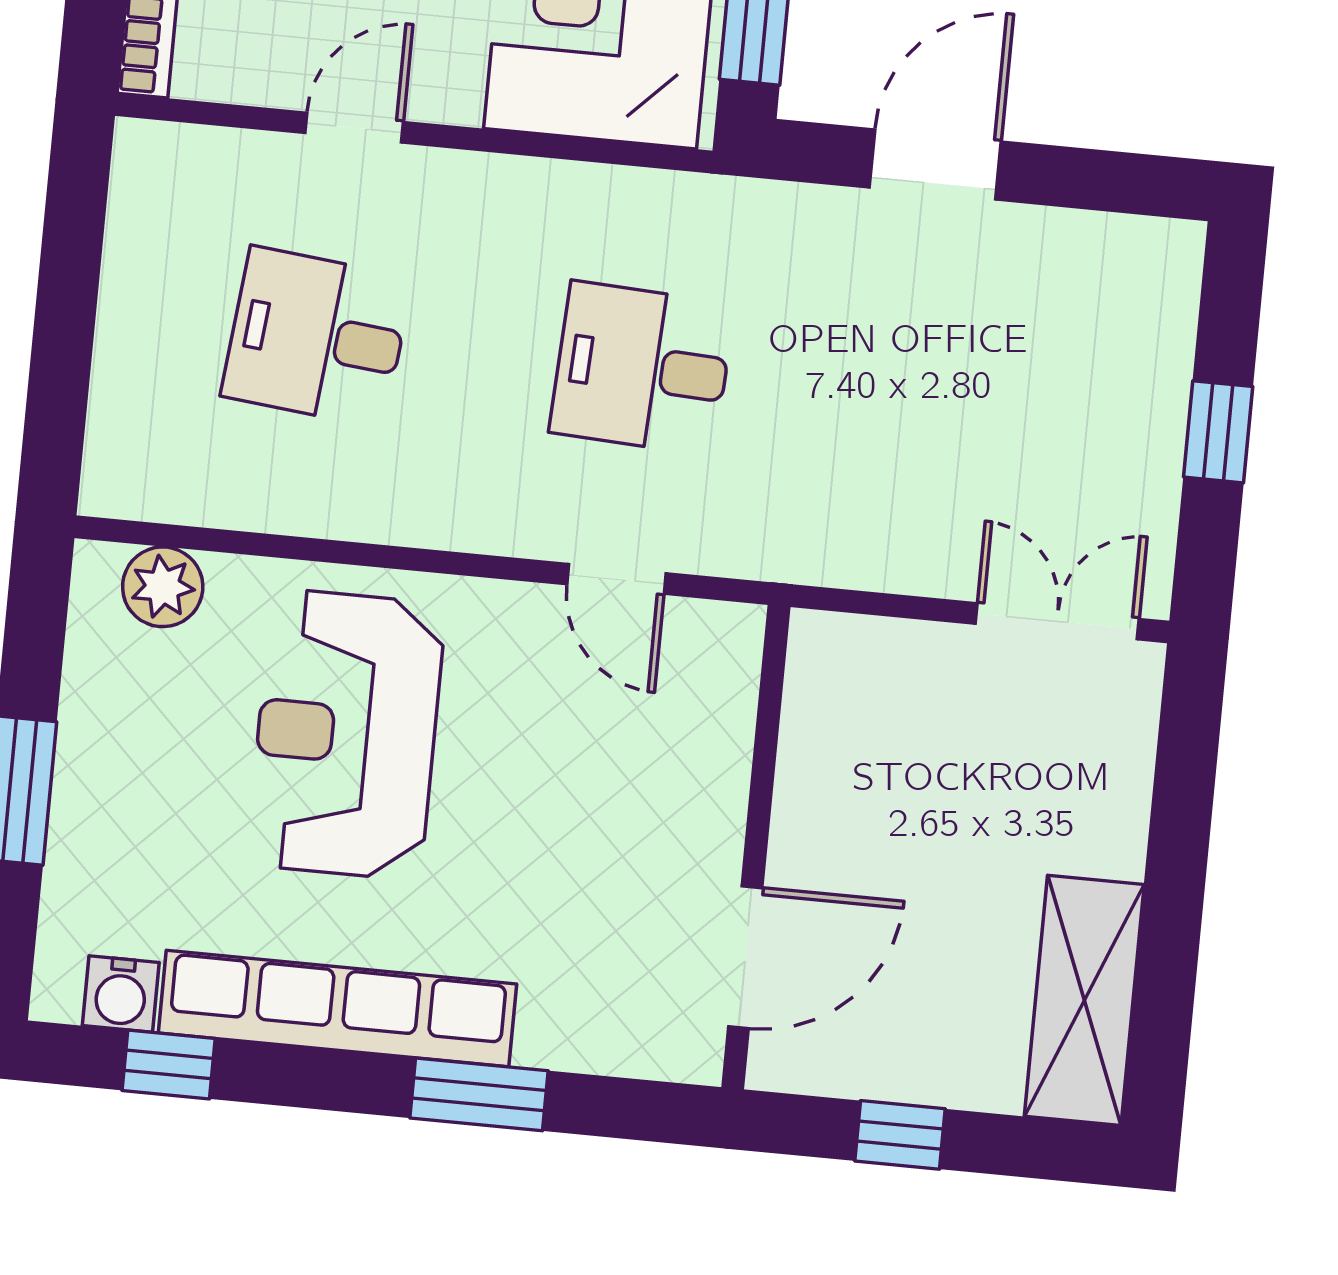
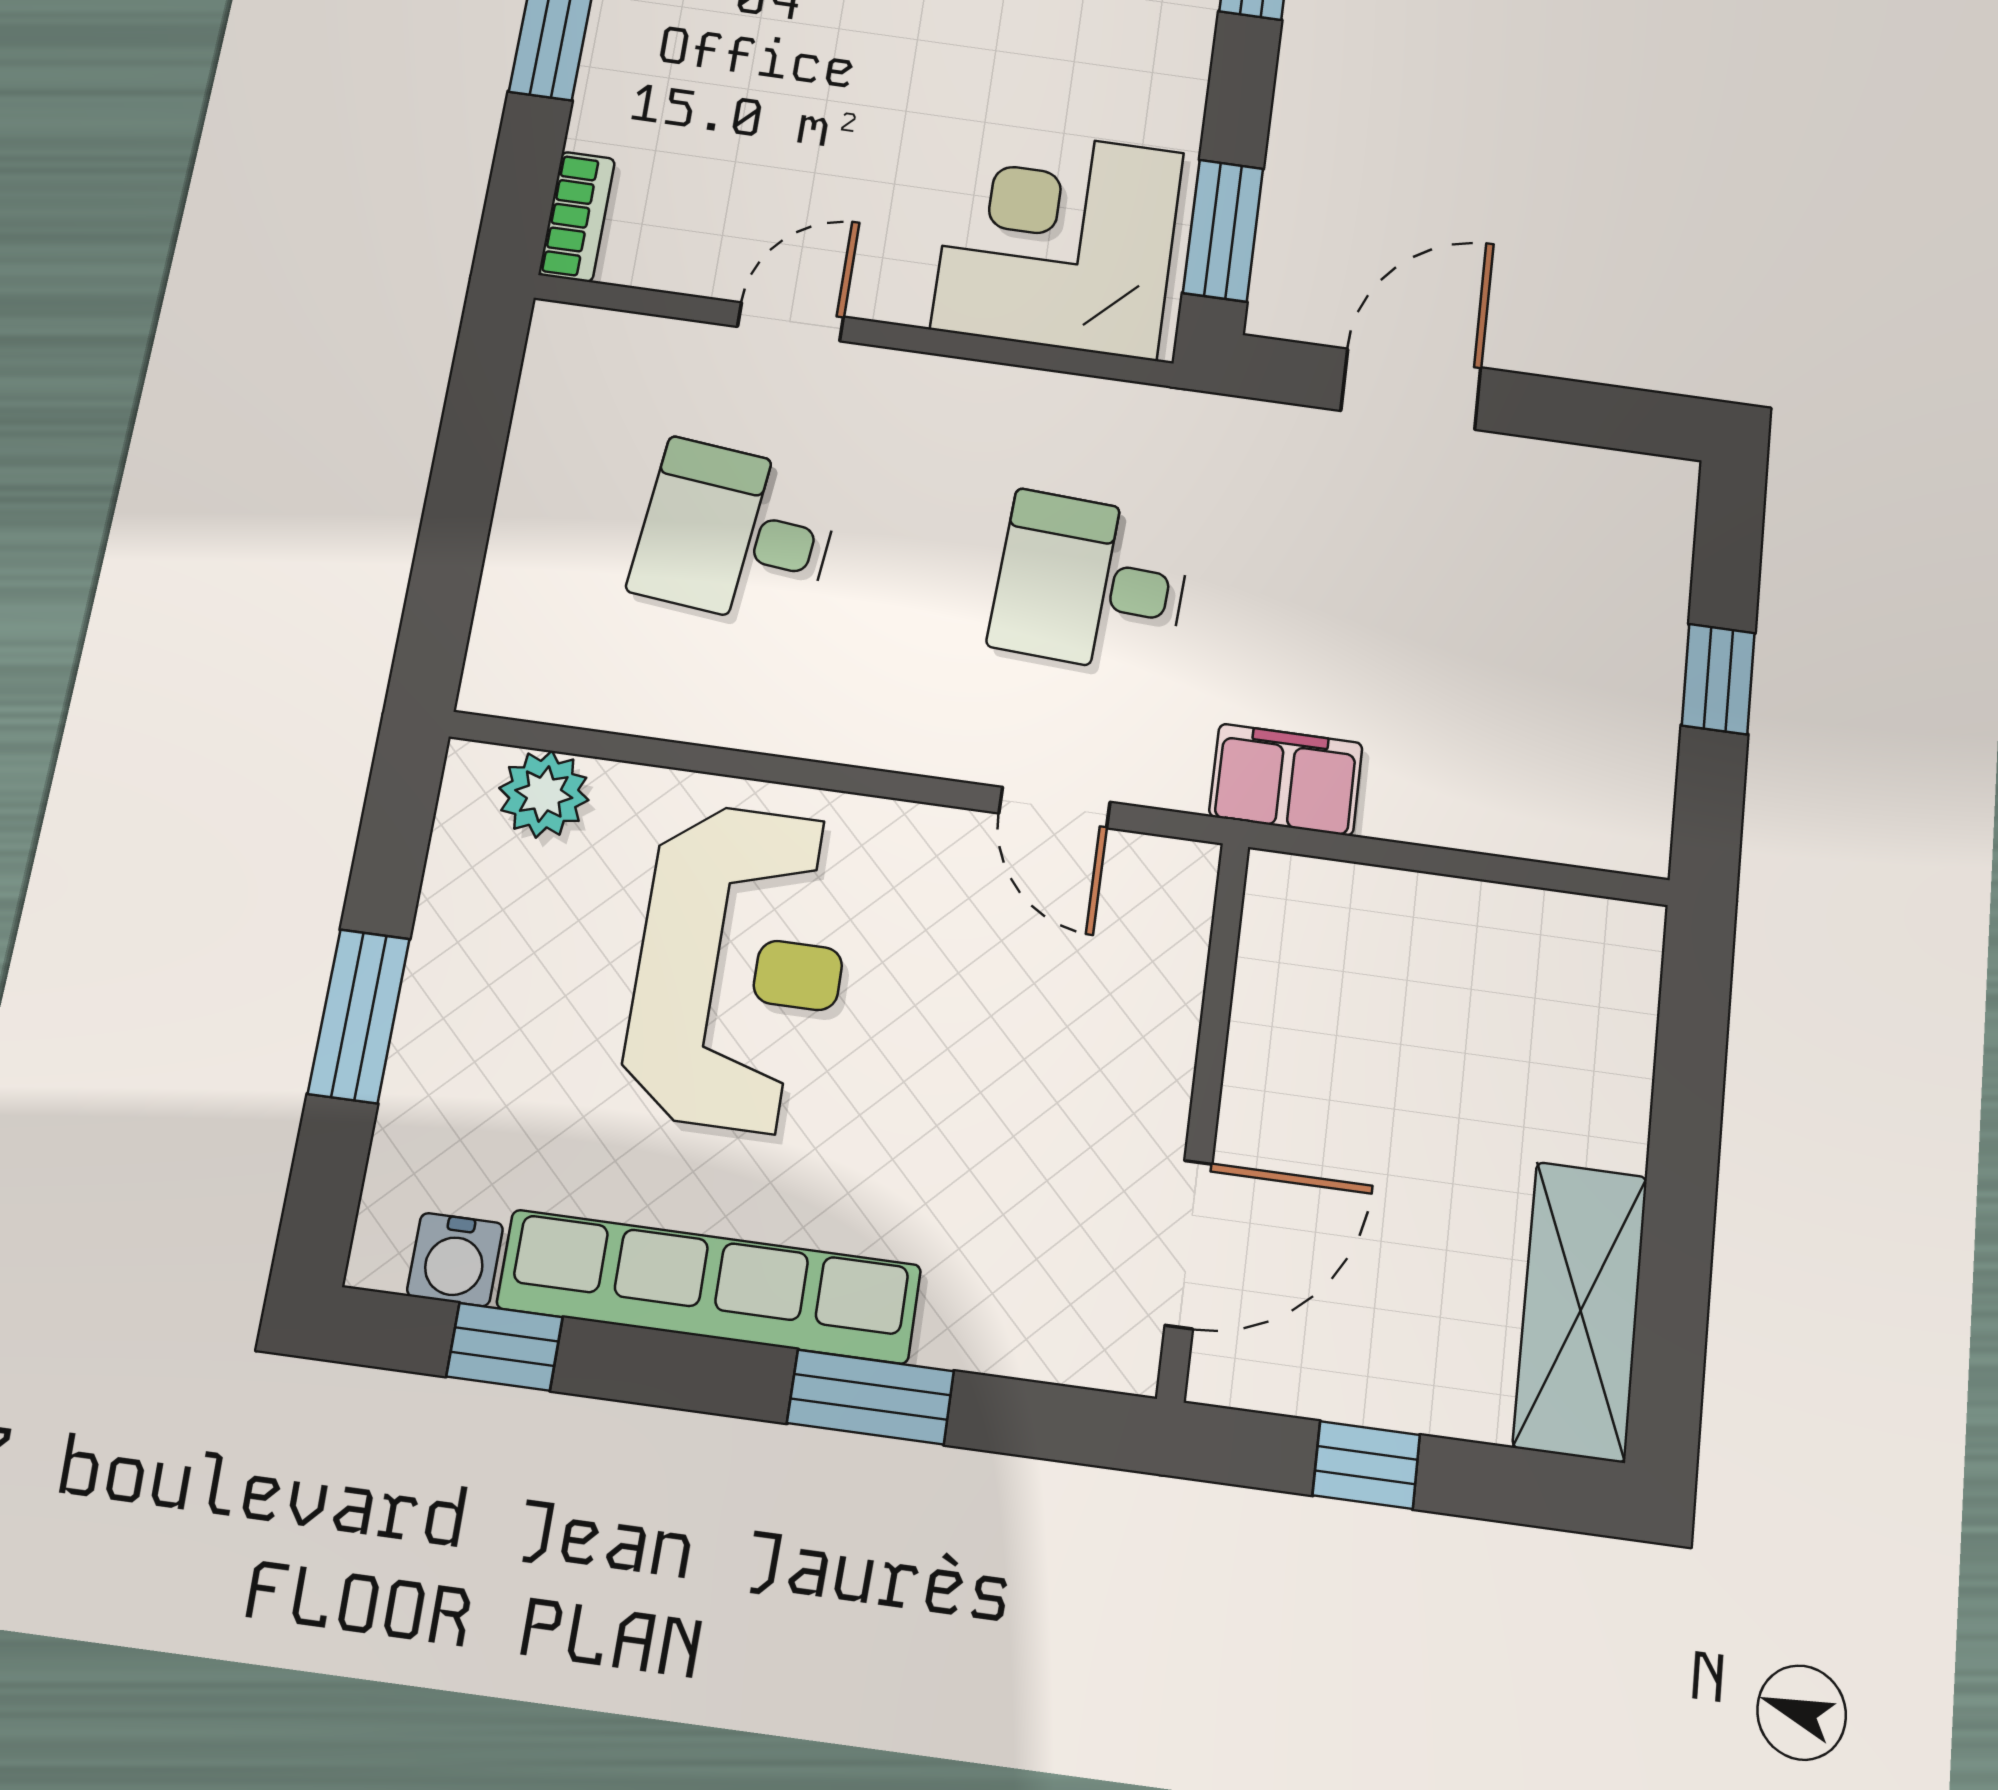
filing cabinet: (823, 544) -> (1286, 780), added
double door: (1057, 621) -> (1545, 876), removed
reception desk: (346, 734) -> (740, 968), turned 180

